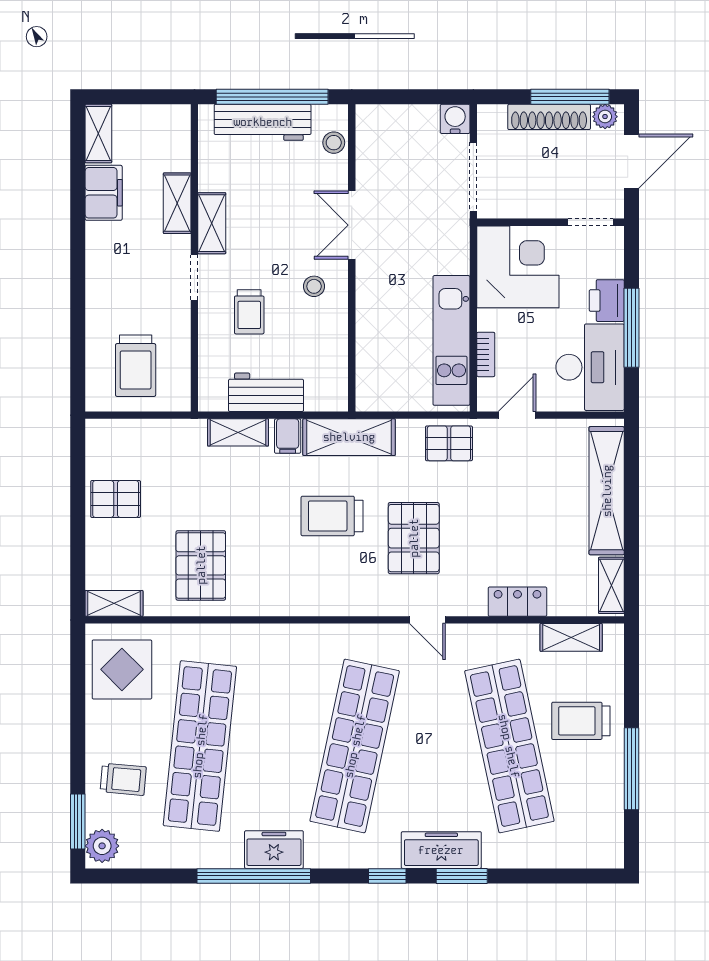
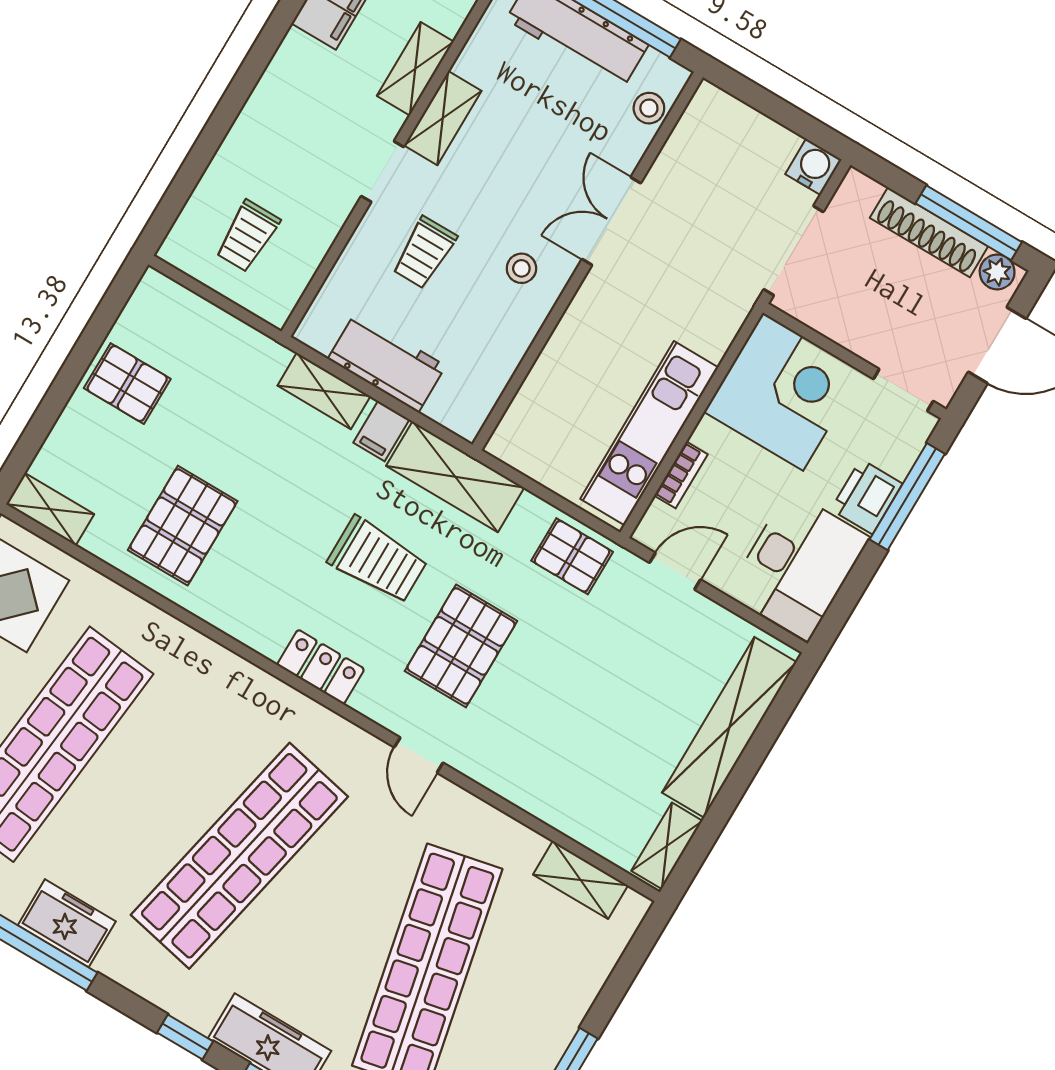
window: (632, 328) -> (907, 497), moved
trolley: (136, 366) -> (248, 236), width x0.73, depth x0.72
trolley: (332, 516) -> (378, 560), turned 180
locker: (517, 602) -> (321, 667), moved
trolley: (581, 721) -> (532, 988), removed

